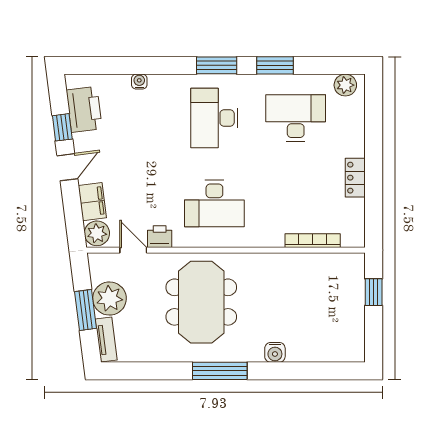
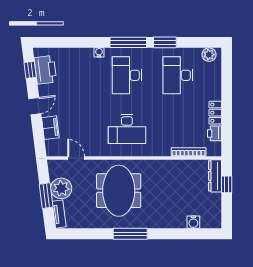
window: (217, 65) -> (128, 42), width x1.44
water cooler: (139, 82) -> (99, 52), moved
desk: (296, 118) -> (178, 75), turned -90
window: (62, 127) -> (30, 70), moved
plant: (97, 233) -> (53, 148), removed
printer: (160, 237) -> (214, 133), moved, turned -90
dresser: (355, 278) -> (215, 176), added
water cooler: (275, 352) -> (193, 222), moved

